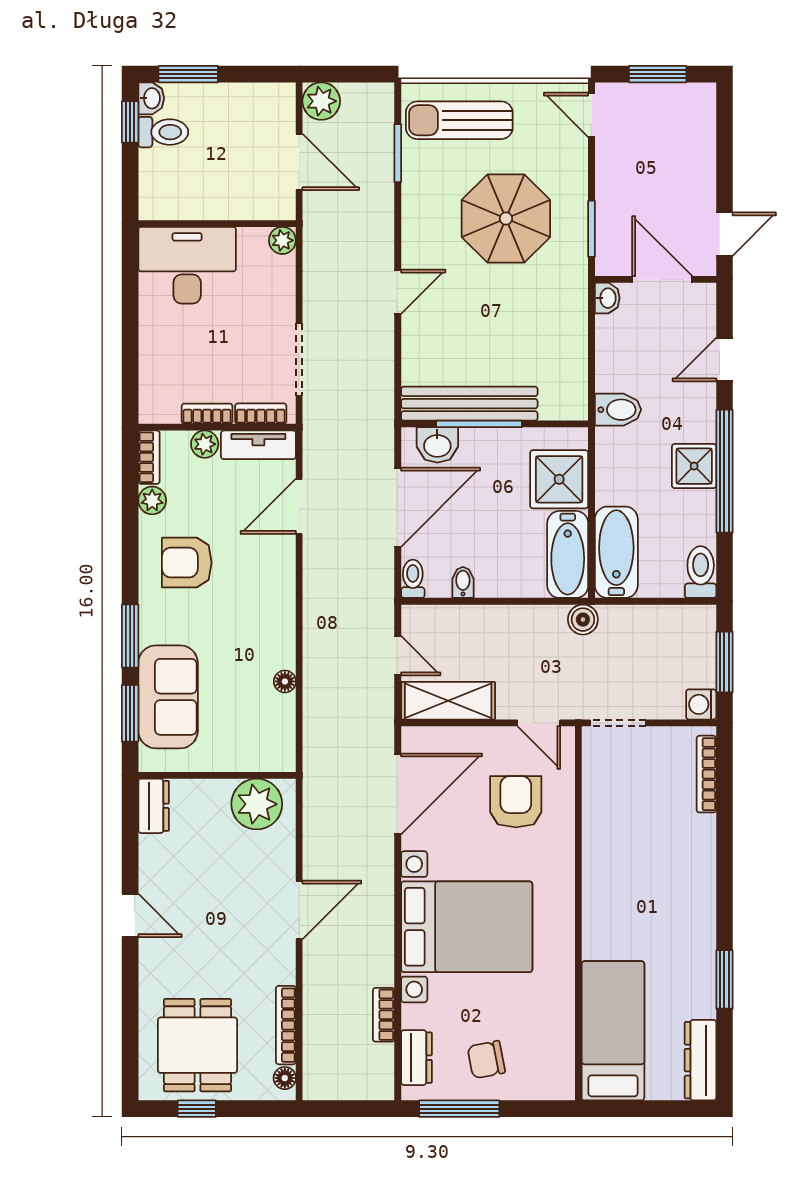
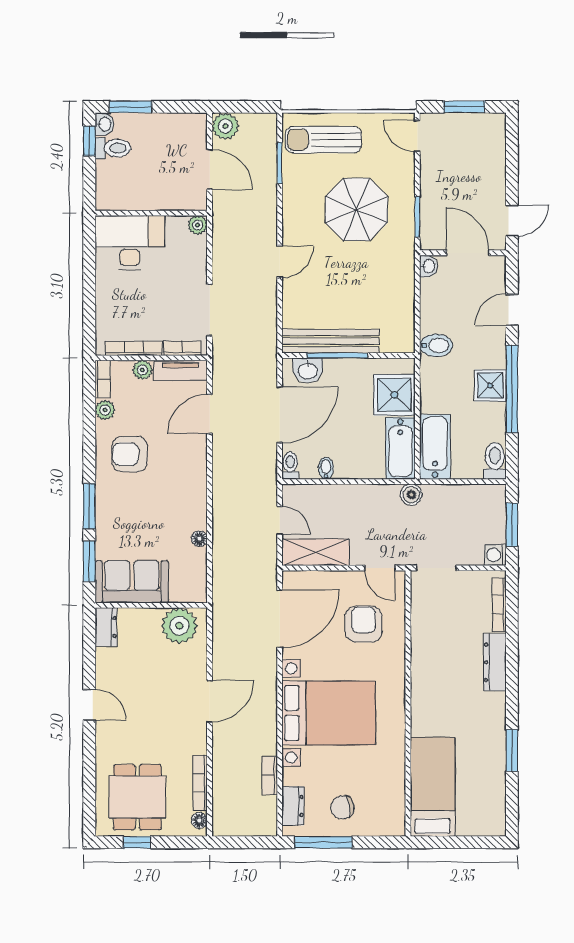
bookcase: (207, 414) -> (134, 348), width x1.56
sofa: (168, 697) -> (132, 582), moved, turned -90
dresser: (700, 1060) -> (495, 662), moved

